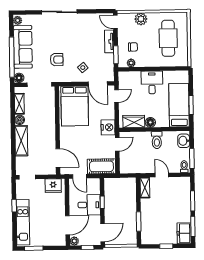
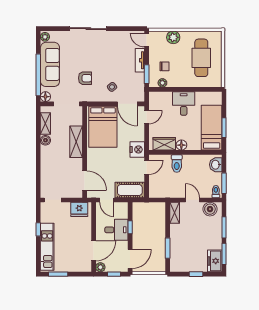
toilet: (157, 140) -> (177, 164), moved
shelving: (21, 141) -> (76, 142), moved
boiler: (179, 184) -> (210, 209), added

